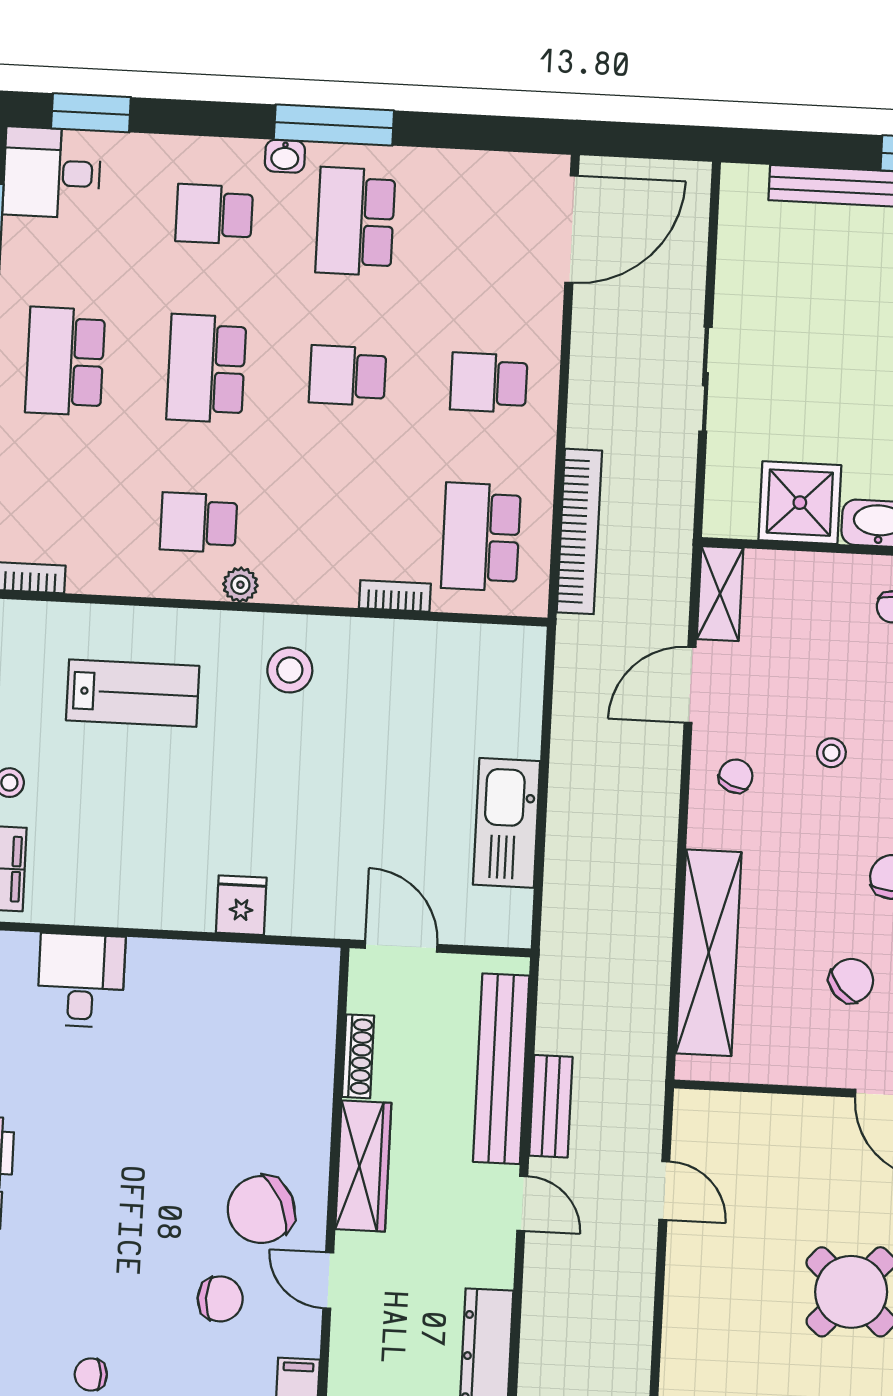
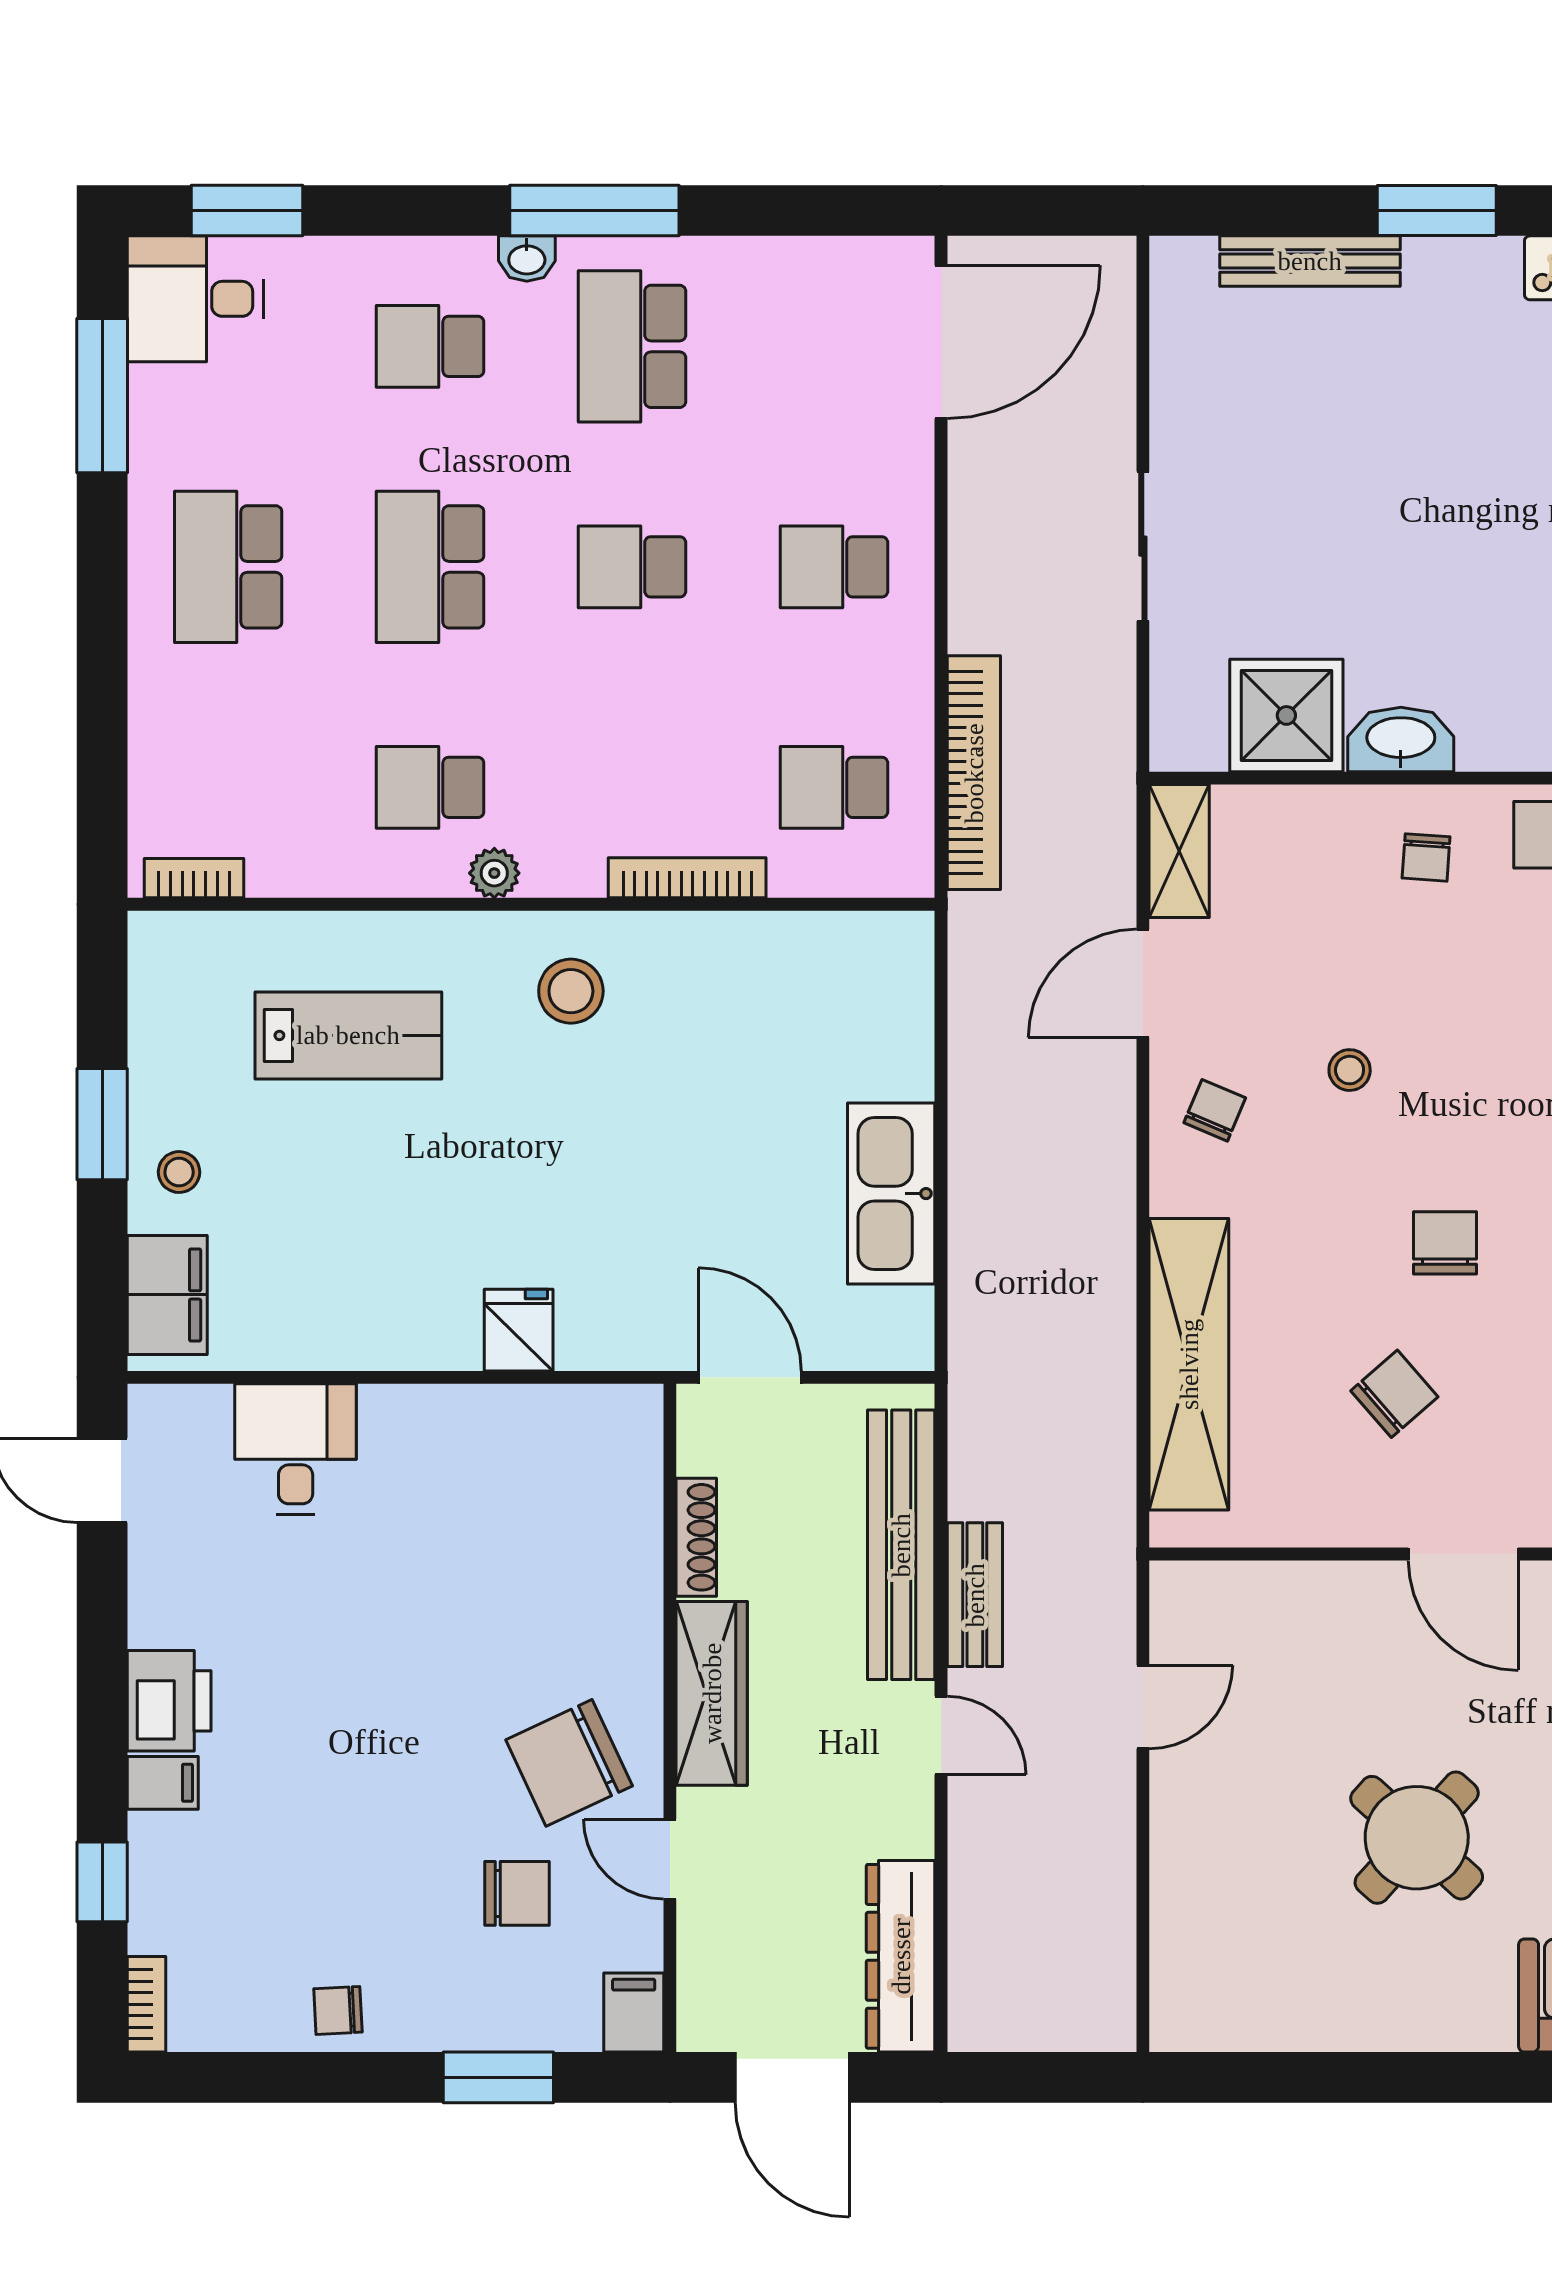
school desk: (481, 537) -> (834, 787), width x0.54
bookcase: (395, 596) -> (687, 878), width x1.56
door: (664, 1191) -> (1143, 1707), hinge flipped

